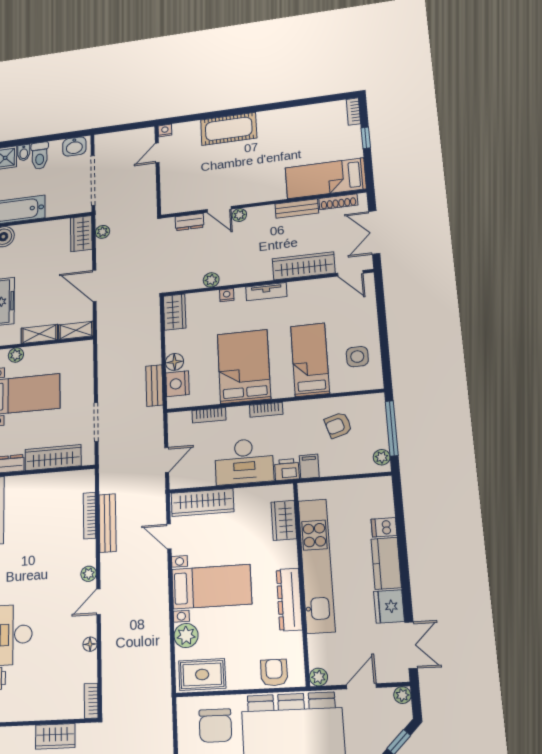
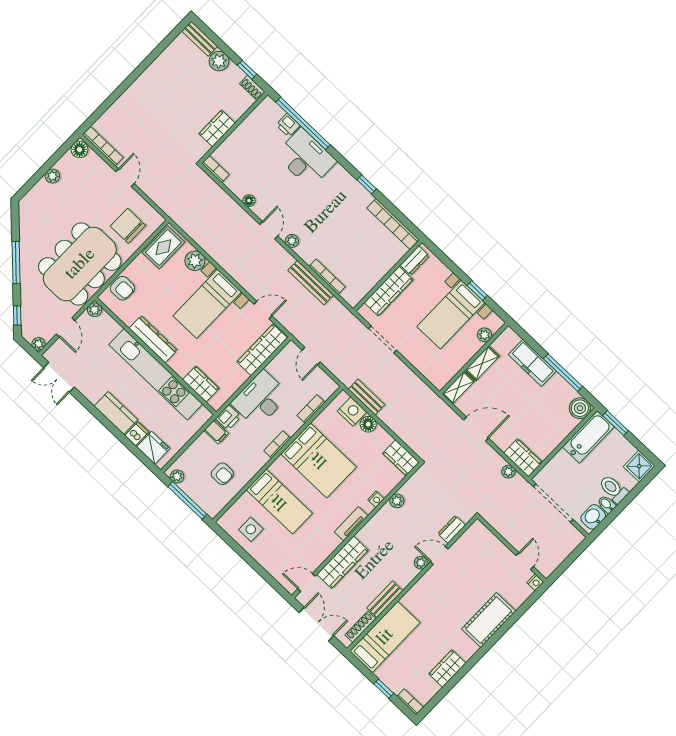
wardrobe: (298, 116) -> (447, 669), added
bidet: (24, 153) -> (607, 504), moved
armchair: (338, 425) -> (222, 474), turned 107
fridge: (389, 606) -> (153, 448), moved

